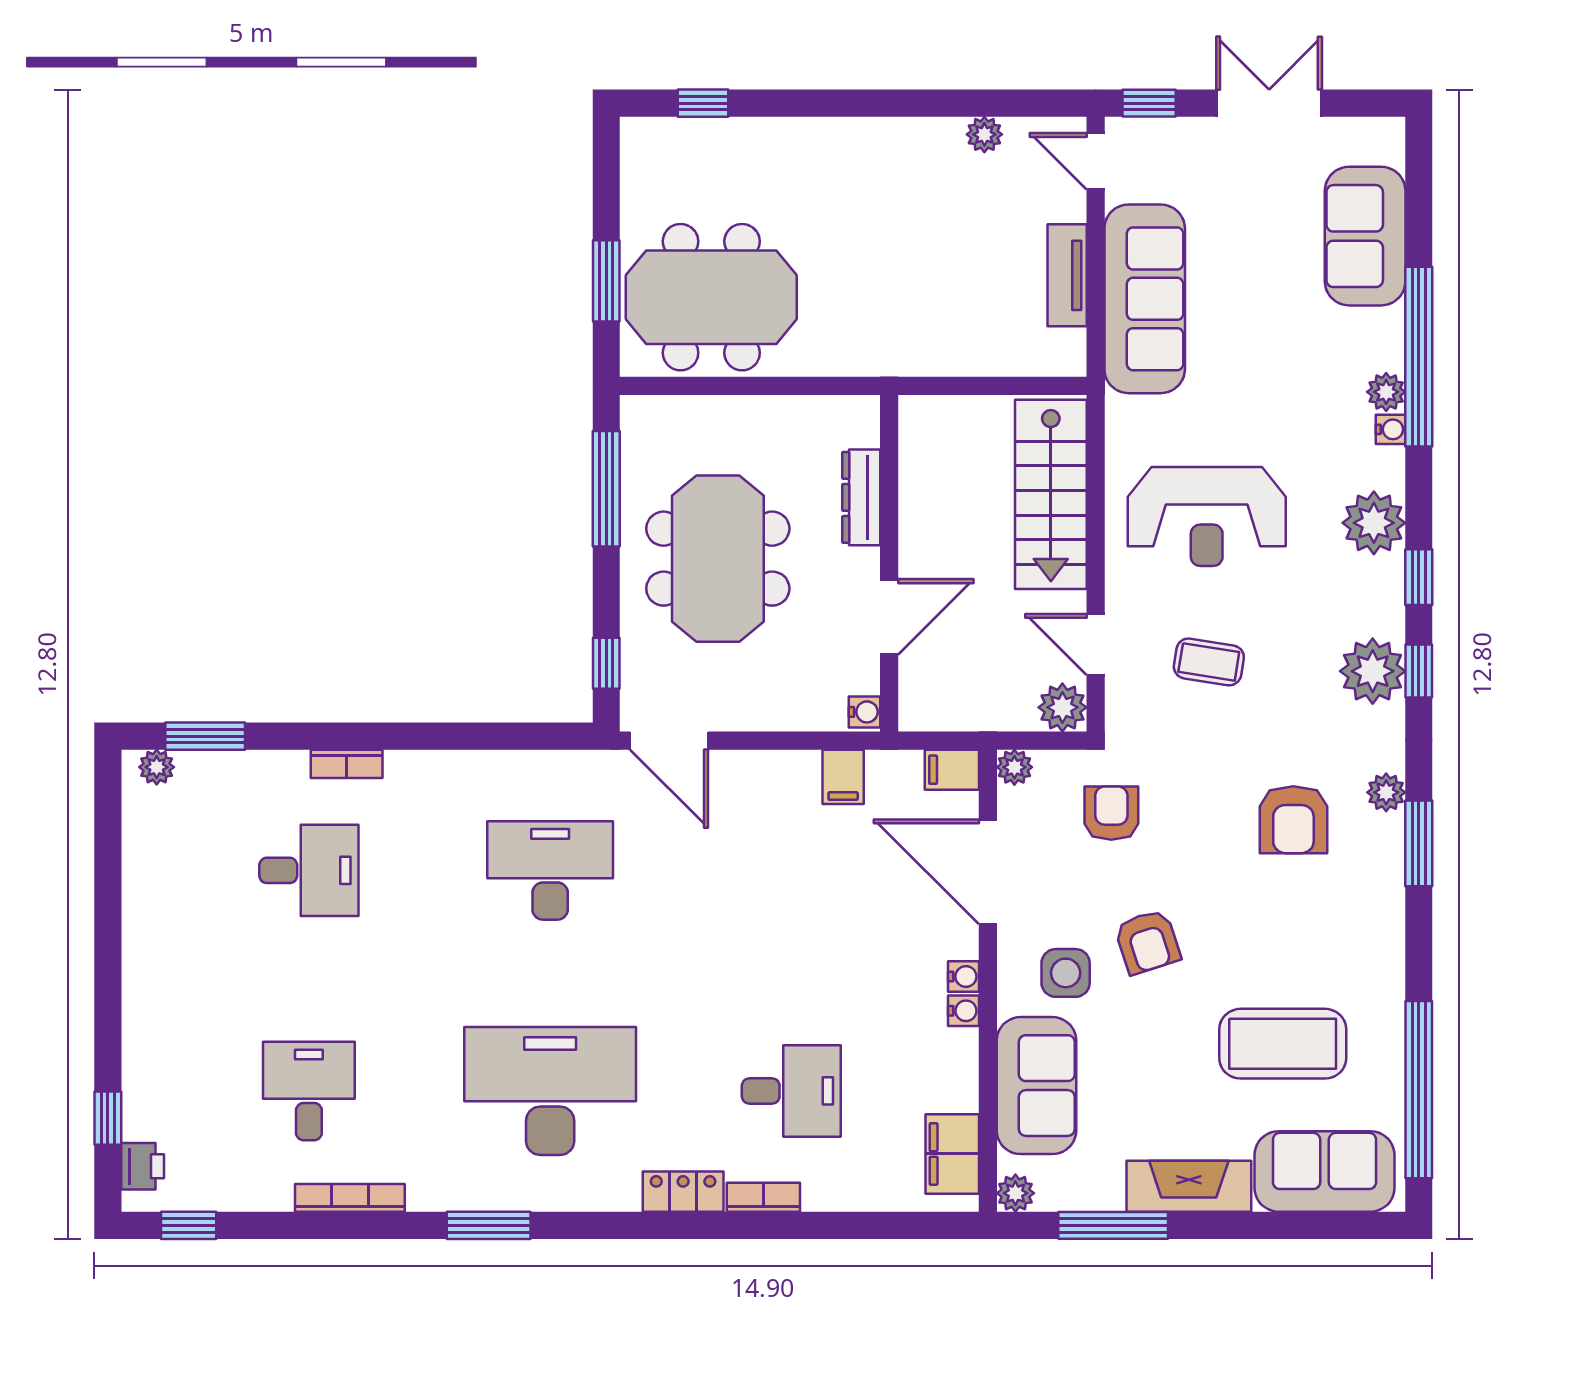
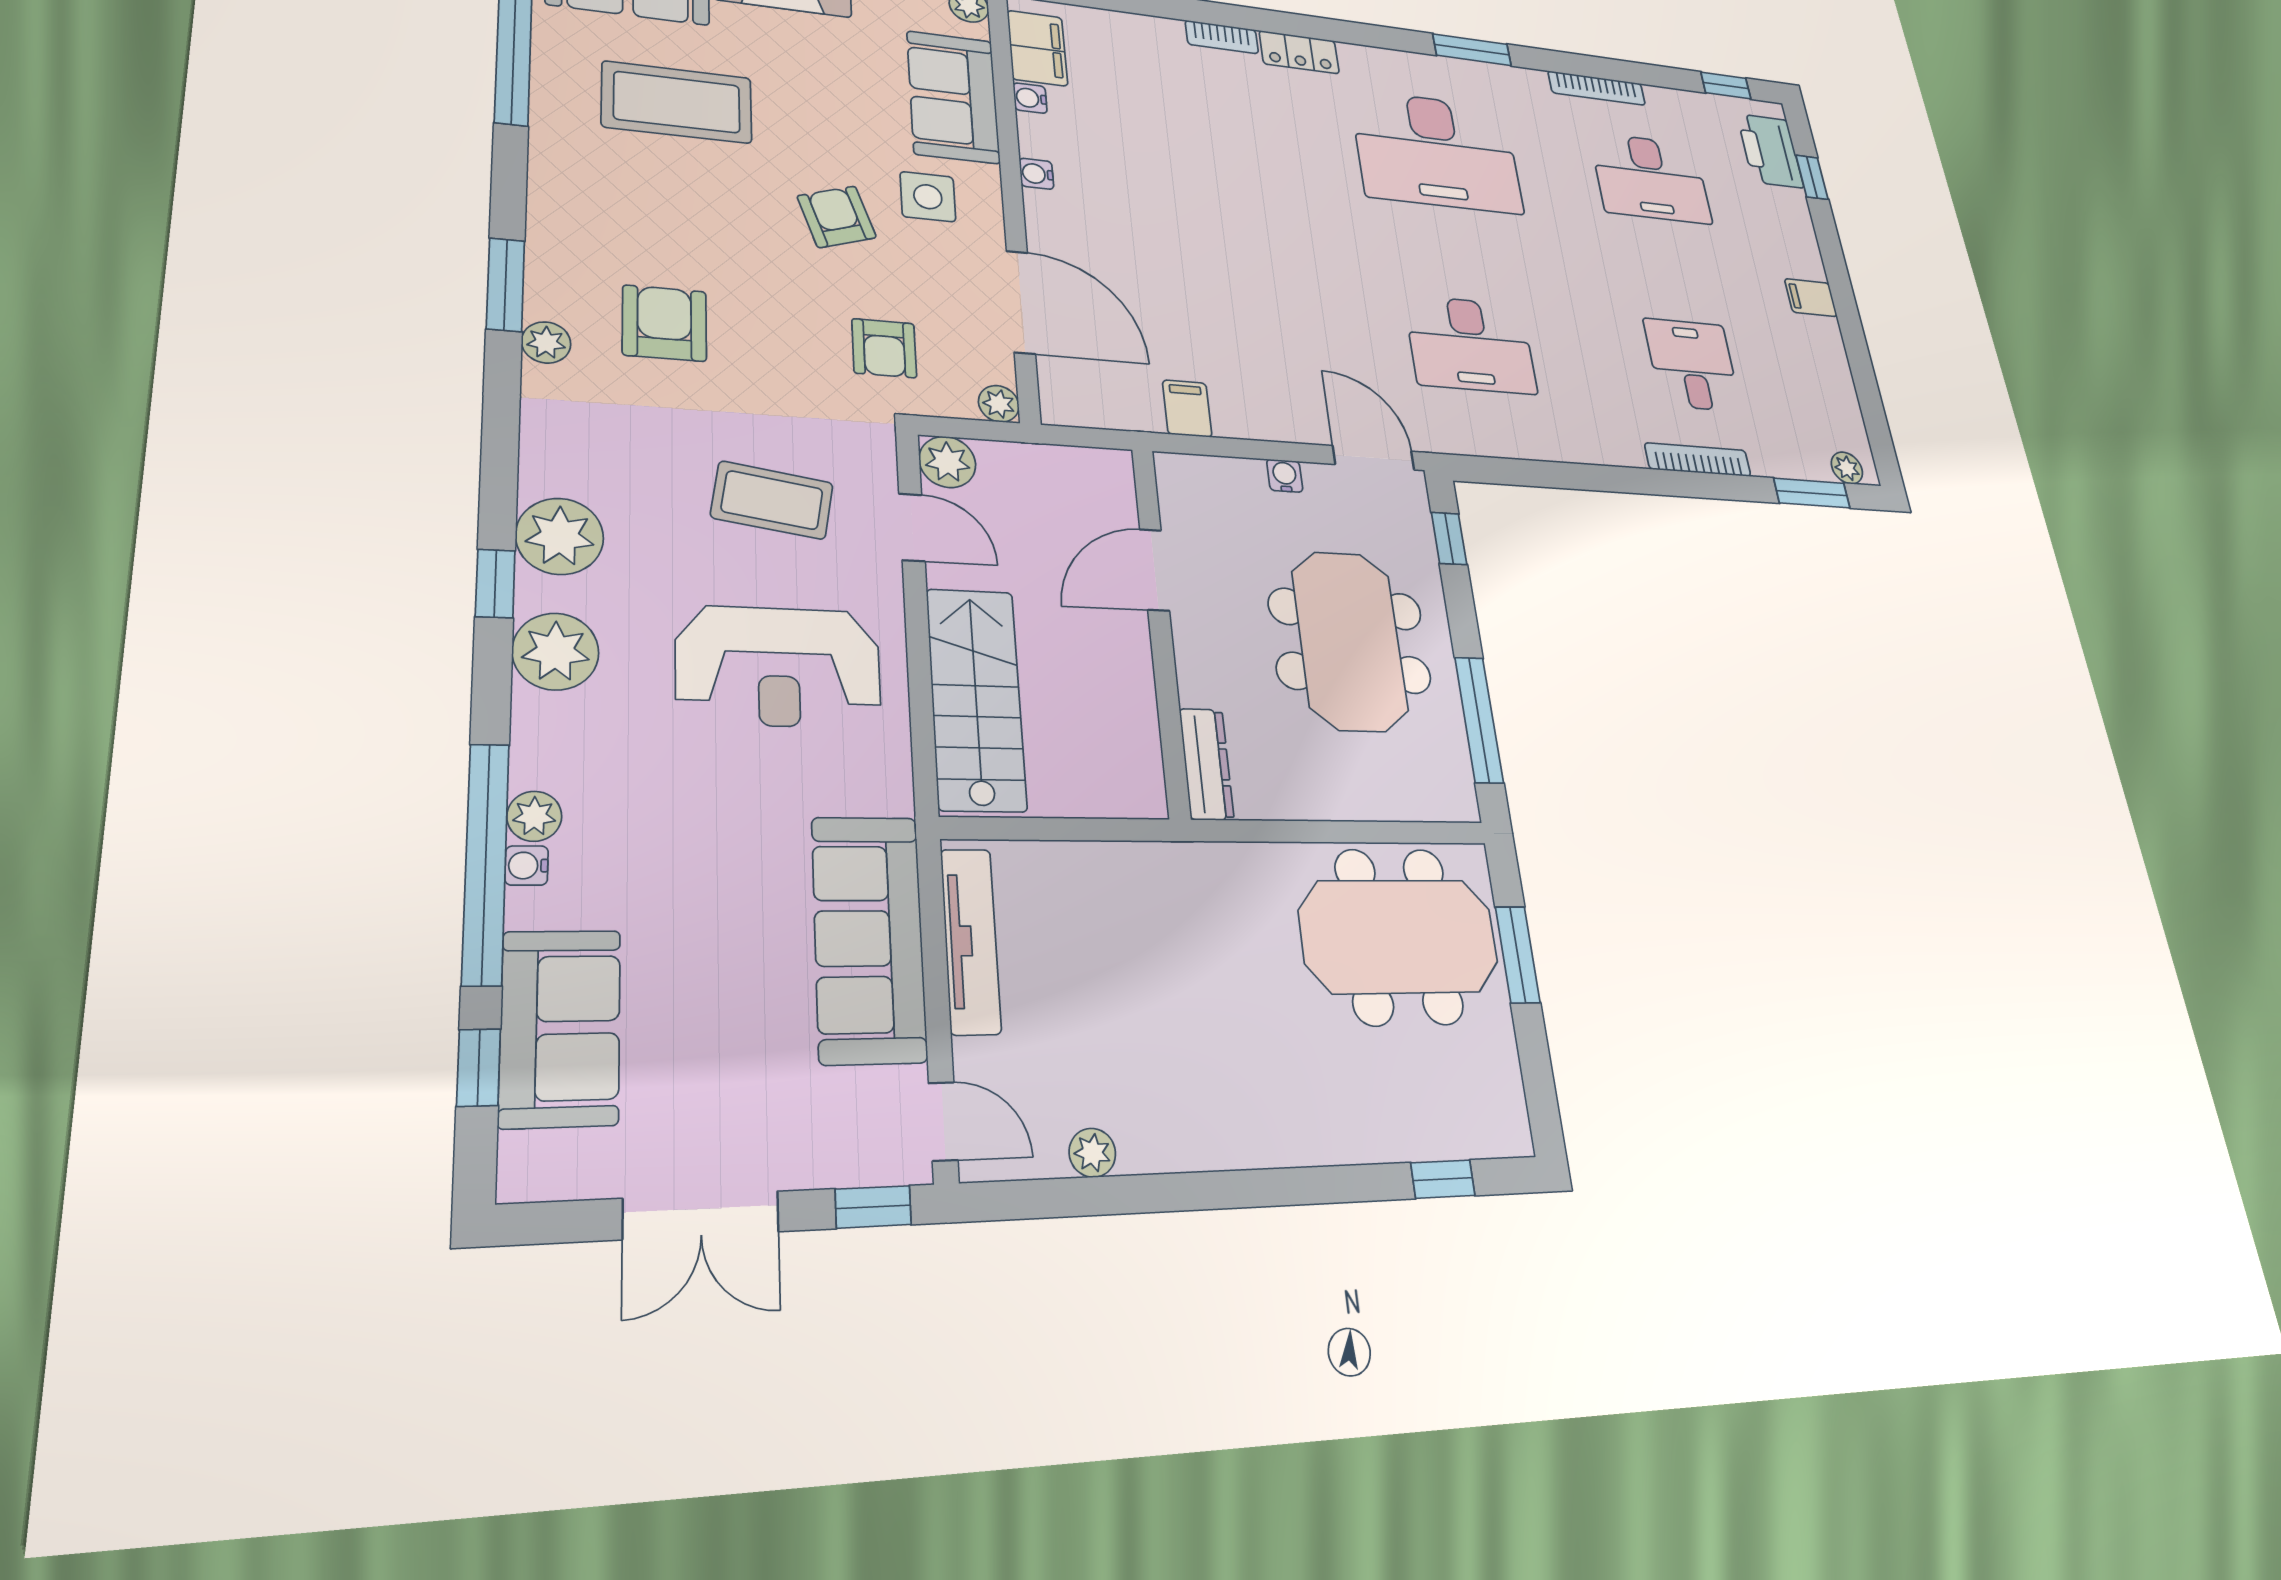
tv unit: (1067, 275) -> (971, 941), width x1.41
water cooler: (1391, 429) -> (527, 866), moved
dresser: (861, 497) -> (1206, 764), moved
reception desk: (1207, 517) -> (779, 667), turned 180
coffee table: (1209, 662) -> (772, 500), width x1.36, depth x1.30
plant: (1373, 671) -> (560, 536), moved
window: (1419, 671) -> (479, 1067), moved
water cooler: (864, 712) -> (1285, 476), moved, turned 90
bookcase: (347, 764) -> (1698, 460), width x1.56
filing cabinet: (952, 770) -> (1811, 298), moved, turned 180
desk: (309, 870) -> (1692, 365), turned 90
water cooler: (963, 977) -> (1030, 98), moved
desk: (309, 1091) -> (1651, 178), width x1.37
desk: (791, 1091) -> (1206, 123), removed
printer: (143, 1166) -> (1770, 151), width x1.87, depth x1.48

